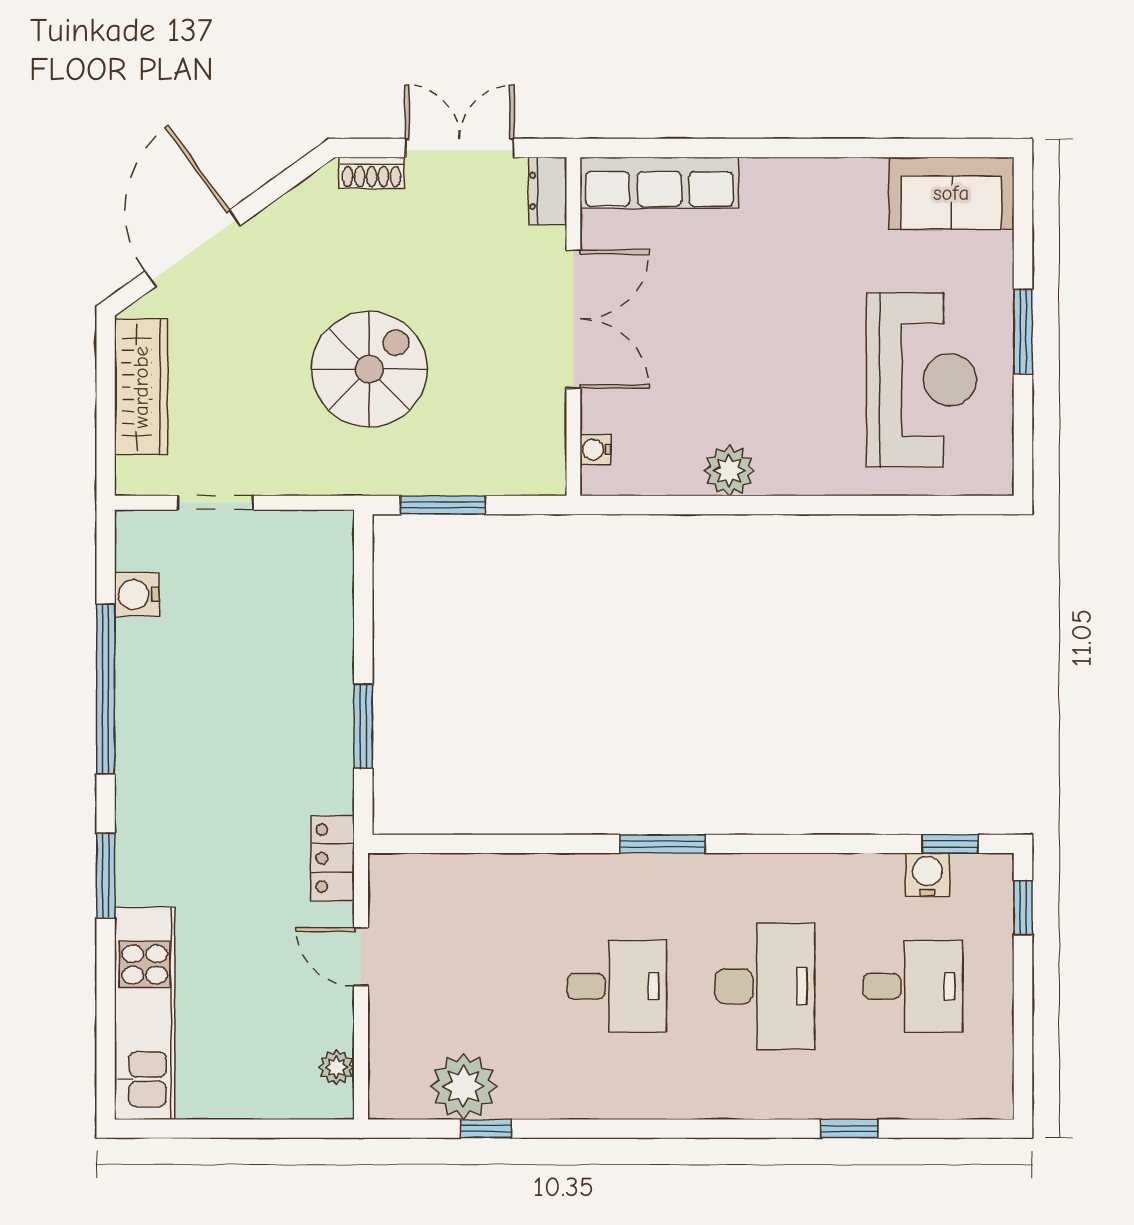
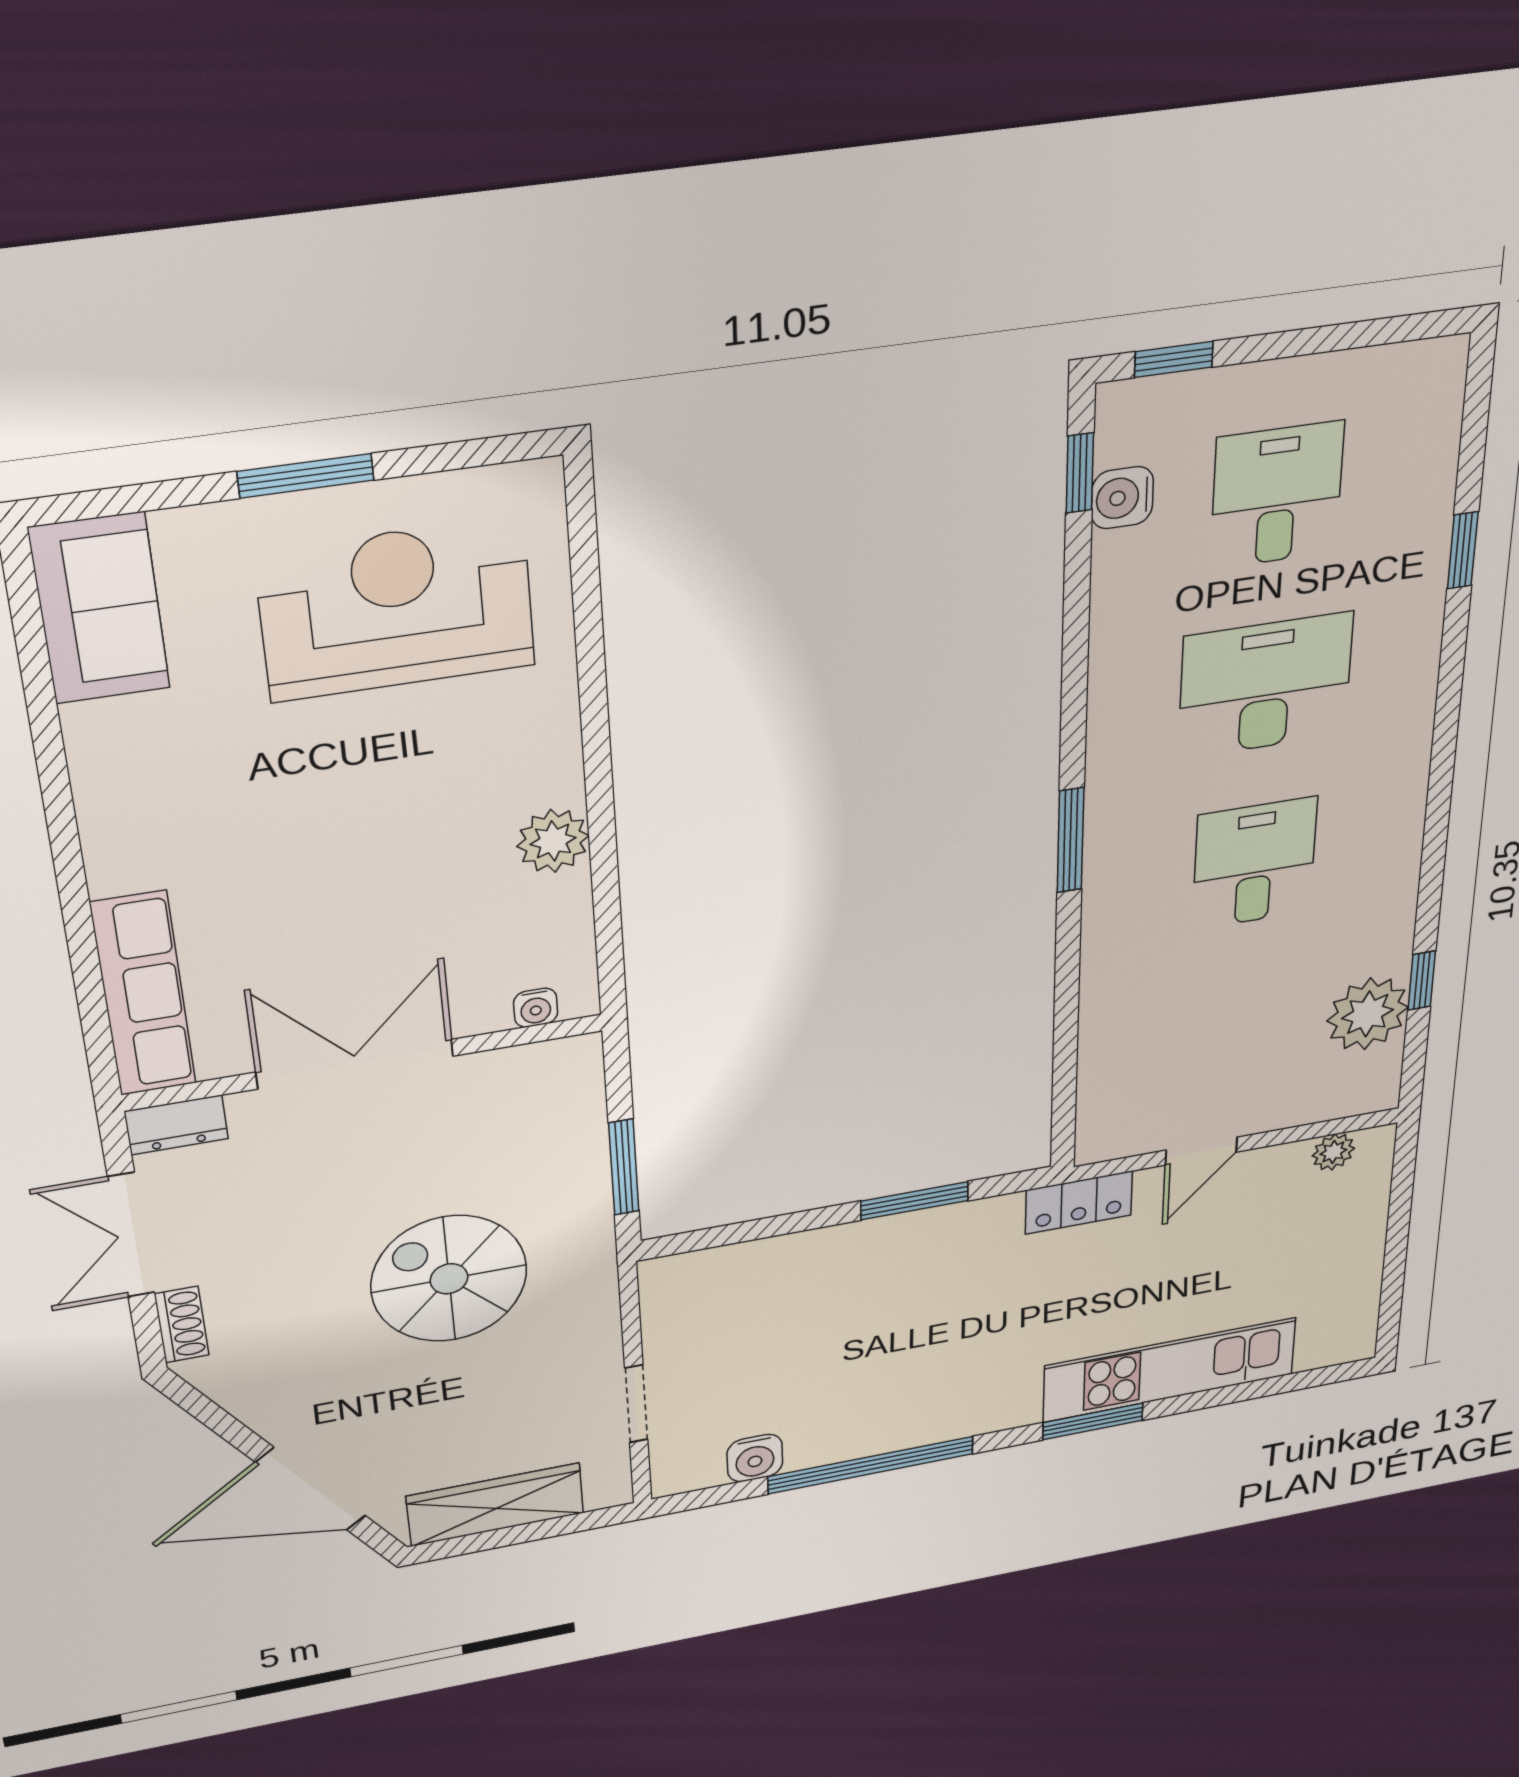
kitchen unit: (145, 1013) -> (1170, 1370), moved

